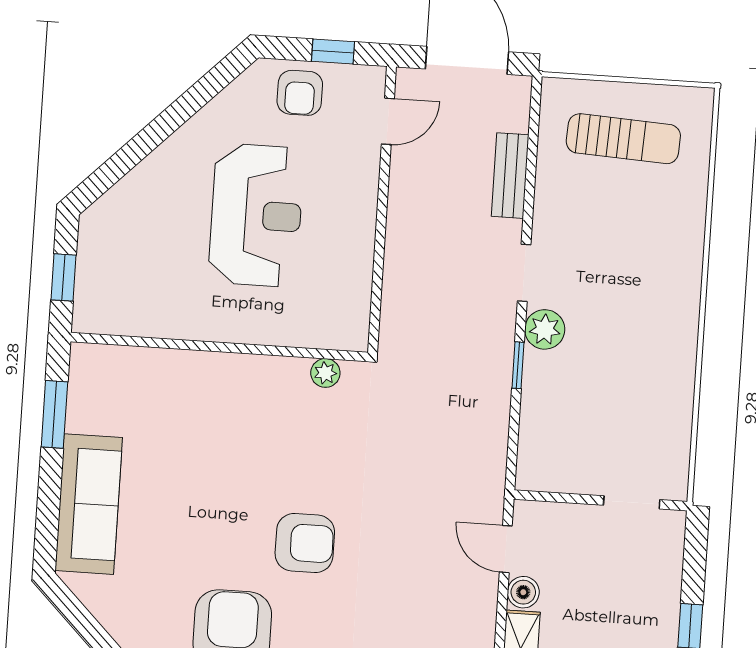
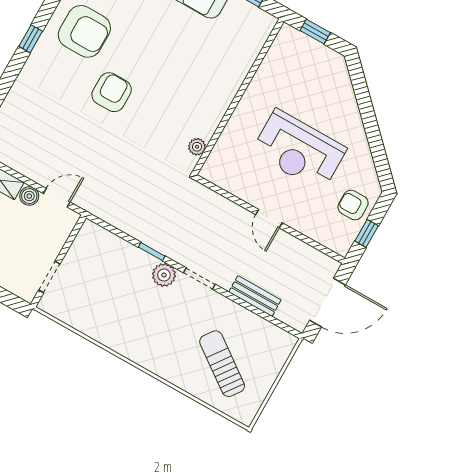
door: (388, 121) -> (269, 219), moved
sun lounger: (623, 139) -> (222, 364), moved, turned 123
armchair: (305, 543) -> (112, 92), turned 180

